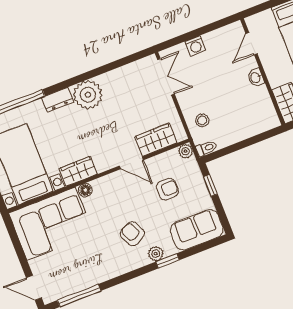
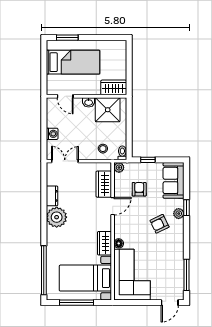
dresser: (58, 100) -> (52, 196), moved
shower: (256, 107) -> (108, 110), added

